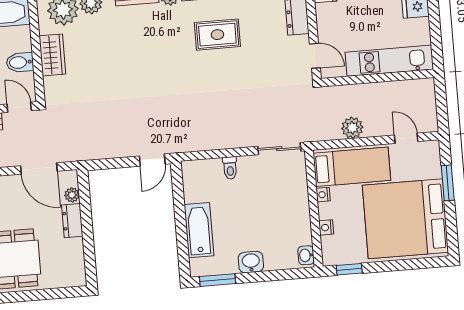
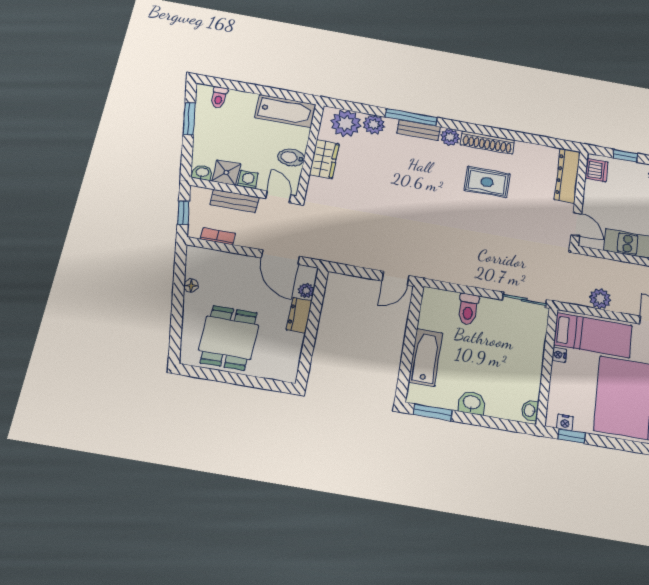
toilet: (230, 168) -> (468, 309), width x1.37, depth x1.39
nightstand: (326, 227) -> (565, 422), moved, turned -90

